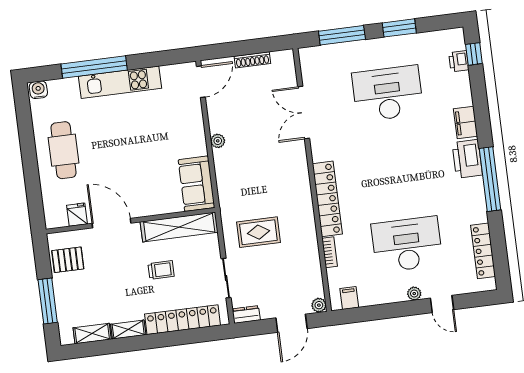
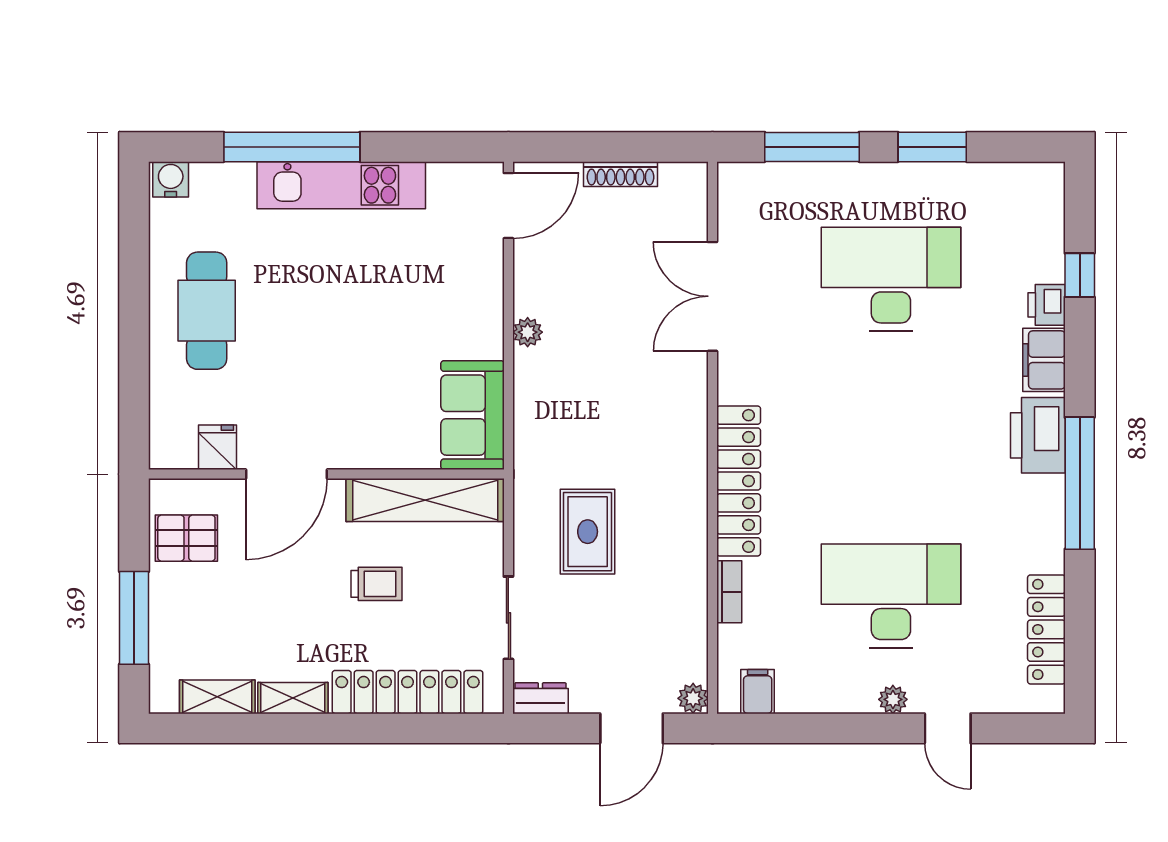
window: (474, 54) -> (1080, 275), moved
printer: (459, 61) -> (1047, 305), moved
door: (112, 223) -> (286, 474), swing flipped
rug: (258, 232) -> (588, 532), turned 90

